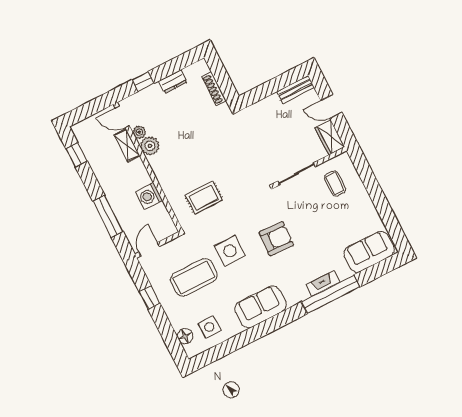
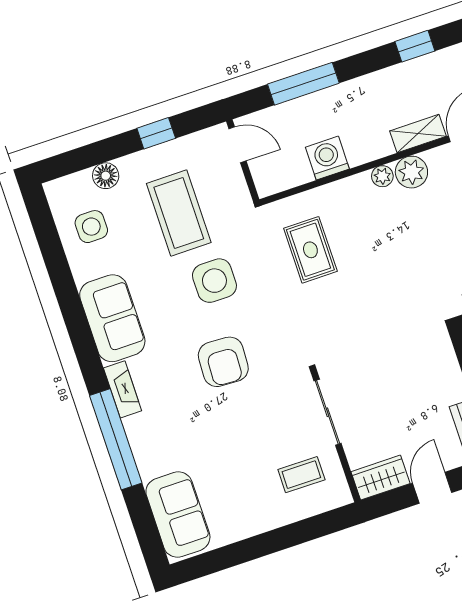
plant: (139, 132) -> (382, 176), moved
fireplace: (323, 284) -> (123, 389), moved
floor lamp: (185, 336) -> (106, 176), moved

